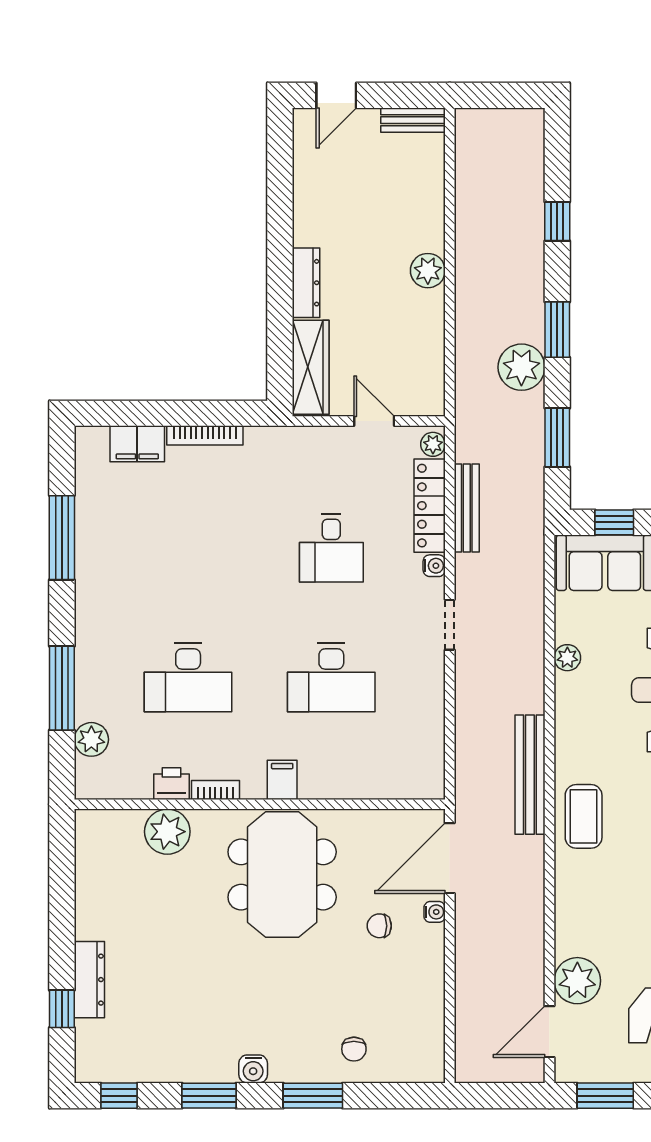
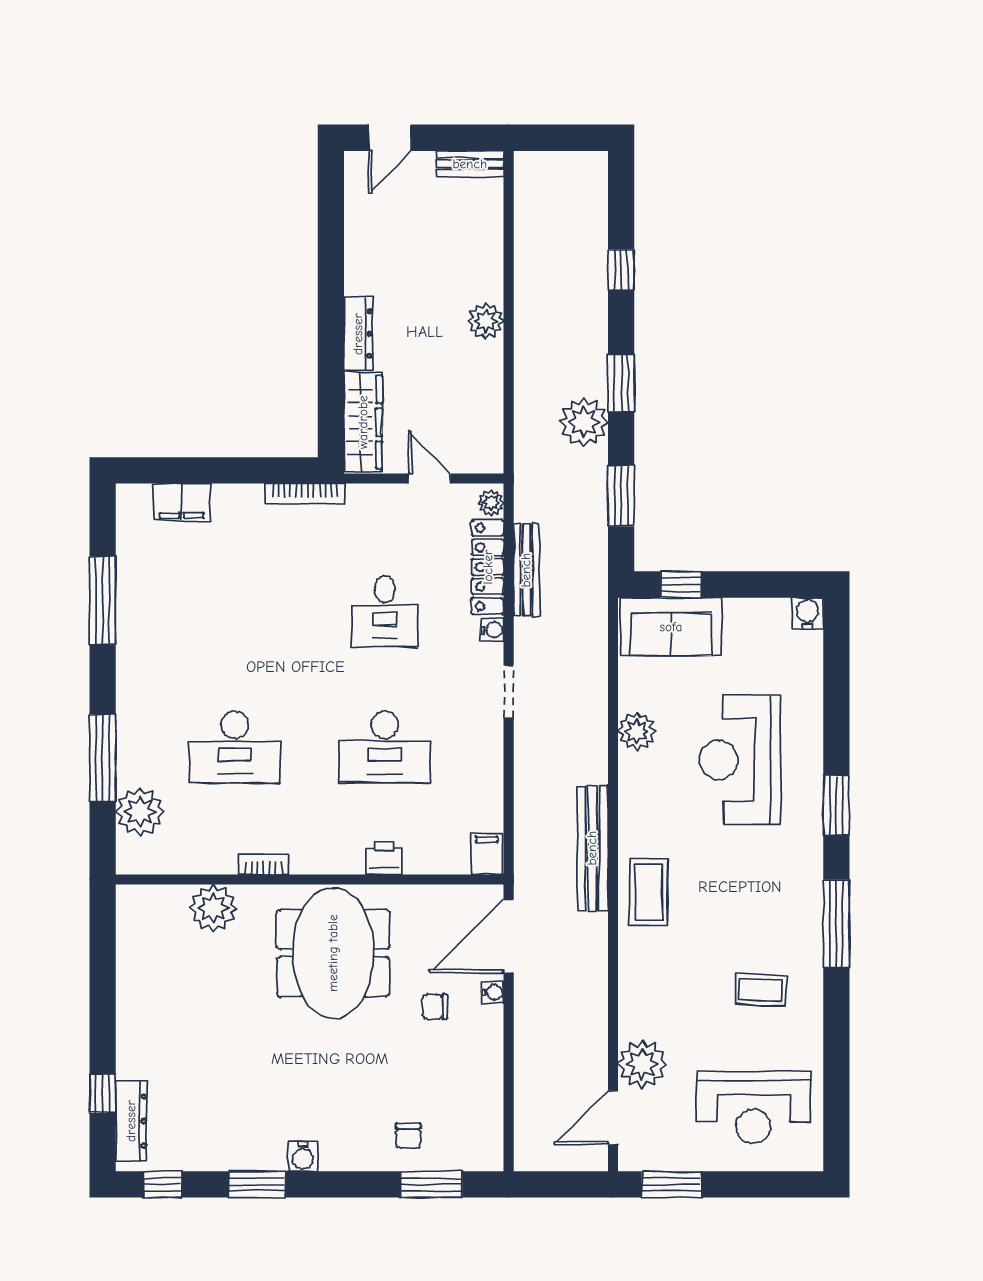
bookcase: (205, 435) -> (305, 494), moved
plant: (567, 658) -> (637, 731), width x1.38, depth x1.38
plant: (91, 739) -> (140, 812), width x1.36, depth x1.36
filing cabinet: (282, 780) -> (486, 854), moved
printer: (171, 784) -> (384, 858), moved
dresser: (89, 980) -> (131, 1121), moved
window: (313, 1096) -> (431, 1184), moved

